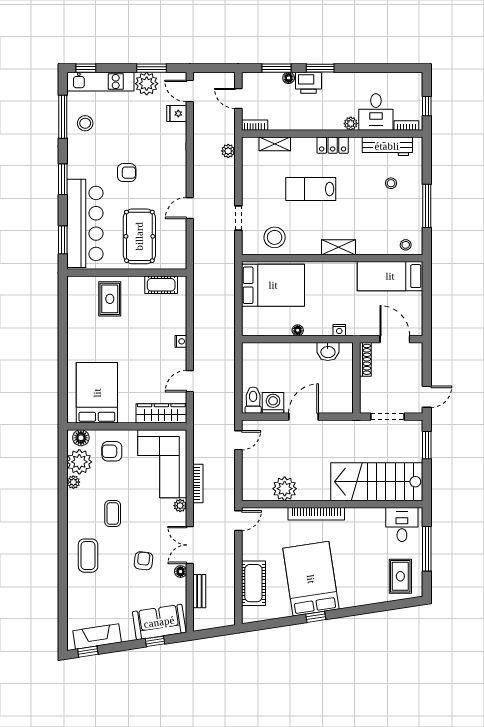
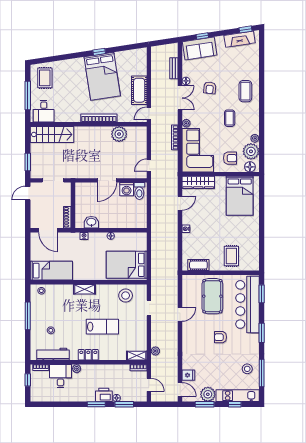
window: (86, 68) -> (235, 404), moved
shelving: (275, 144) -> (137, 356), moved
stairs: (377, 482) -> (52, 134), width x0.73, depth x0.66
cot: (253, 583) -> (139, 90), moved

